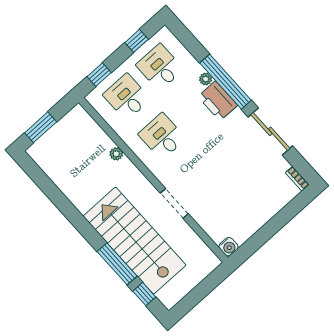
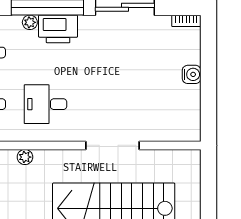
doorway: (174, 203) -> (113, 145), width x1.36
water cooler: (228, 247) -> (192, 74), moved

